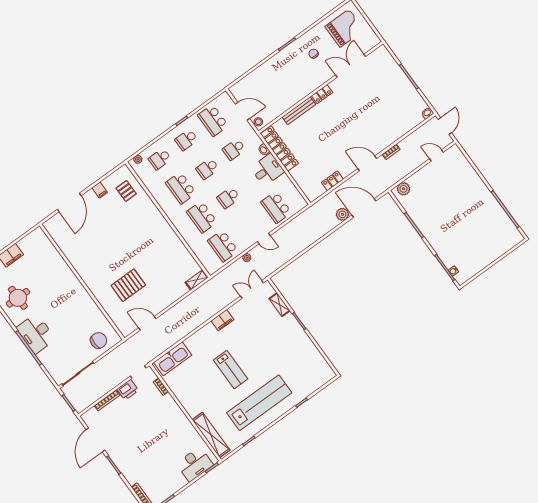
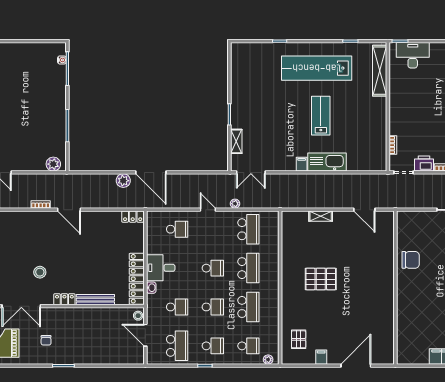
stool: (355, 101) -> (40, 272), added
locker: (332, 181) -> (133, 217), moved
school desk: (276, 207) -> (177, 229), width x0.54
door: (364, 208) -> (151, 172), moved
shelving: (197, 280) -> (321, 216), moved
pallet: (128, 285) -> (321, 279), moved
filing cabinet: (222, 320) -> (302, 164), width x0.50
chair: (99, 340) -> (411, 260), moved, turned 180
kitchen sink: (173, 359) -> (327, 162), moved

